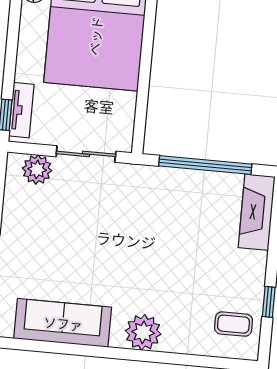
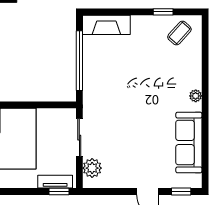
coffee table: (233, 324) -> (179, 33), turned 42
plant: (143, 332) -> (196, 96), width x0.53, depth x0.53

